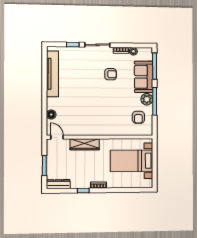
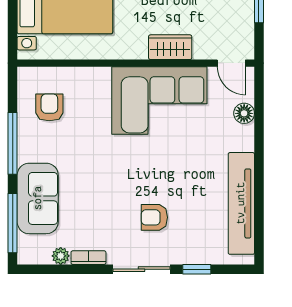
armchair: (111, 74) -> (154, 217), moved
plant: (147, 99) -> (30, 148), removed
corner sofa: (89, 120) -> (159, 100), added
wardrobe: (85, 144) -> (170, 47), width x0.67

